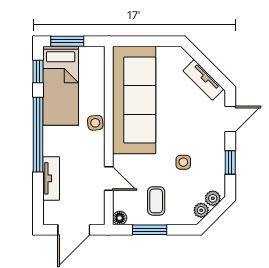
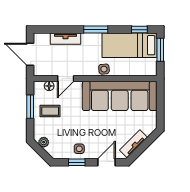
door: (230, 119) -> (107, 162), swing flipped
window: (38, 135) -> (96, 30), width x0.47
side table: (183, 162) -> (79, 149), moved
plant: (213, 198) -> (52, 150), removed
floor lamp: (120, 218) -> (49, 86), moved

